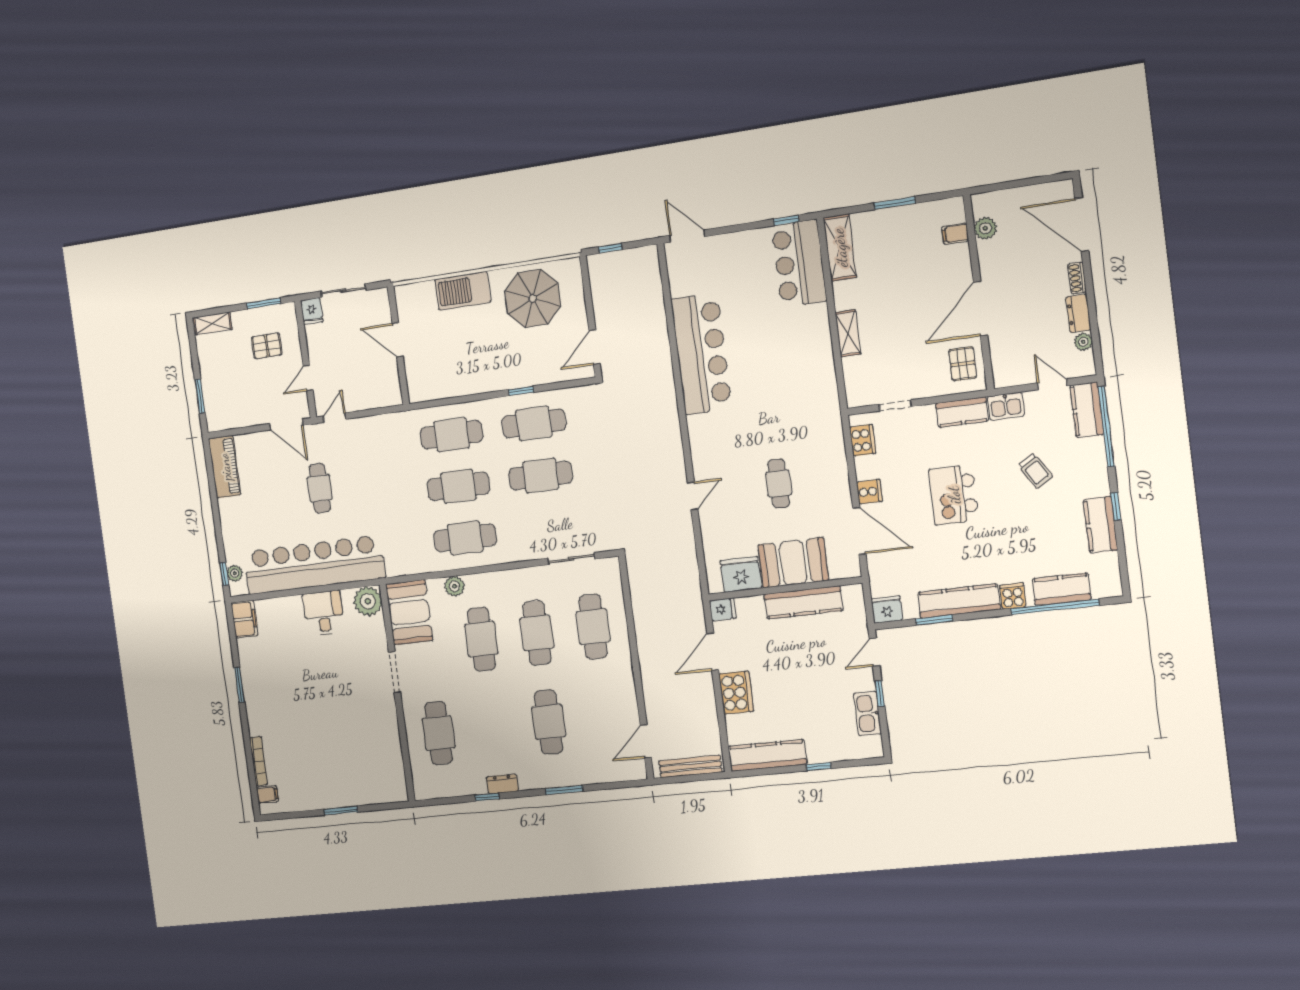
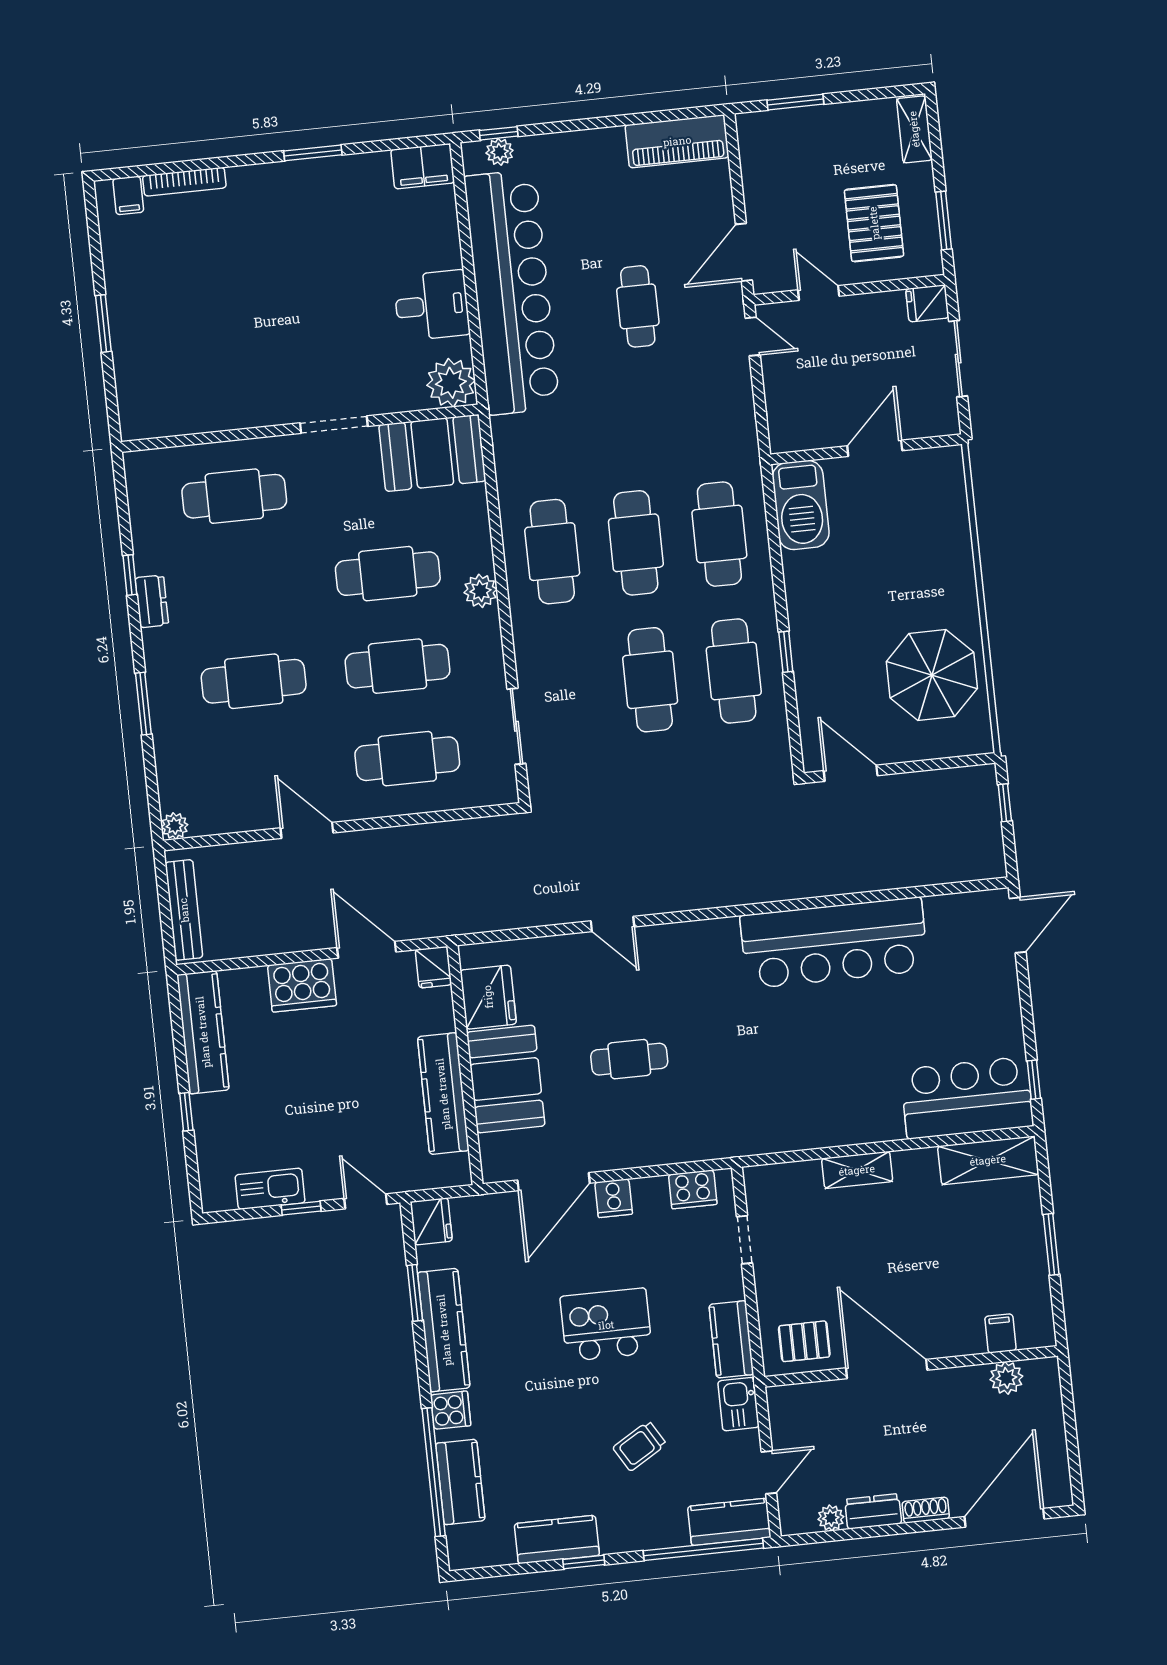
barbecue: (463, 291) -> (801, 505), moved, turned 180
pallet: (267, 346) -> (874, 223), width x1.50, depth x1.42
cafe table: (320, 488) -> (638, 306), turned 90
plant: (454, 586) -> (481, 591), moved
door: (646, 741) -> (307, 830), moved
plant: (638, 772) -> (175, 826), added

